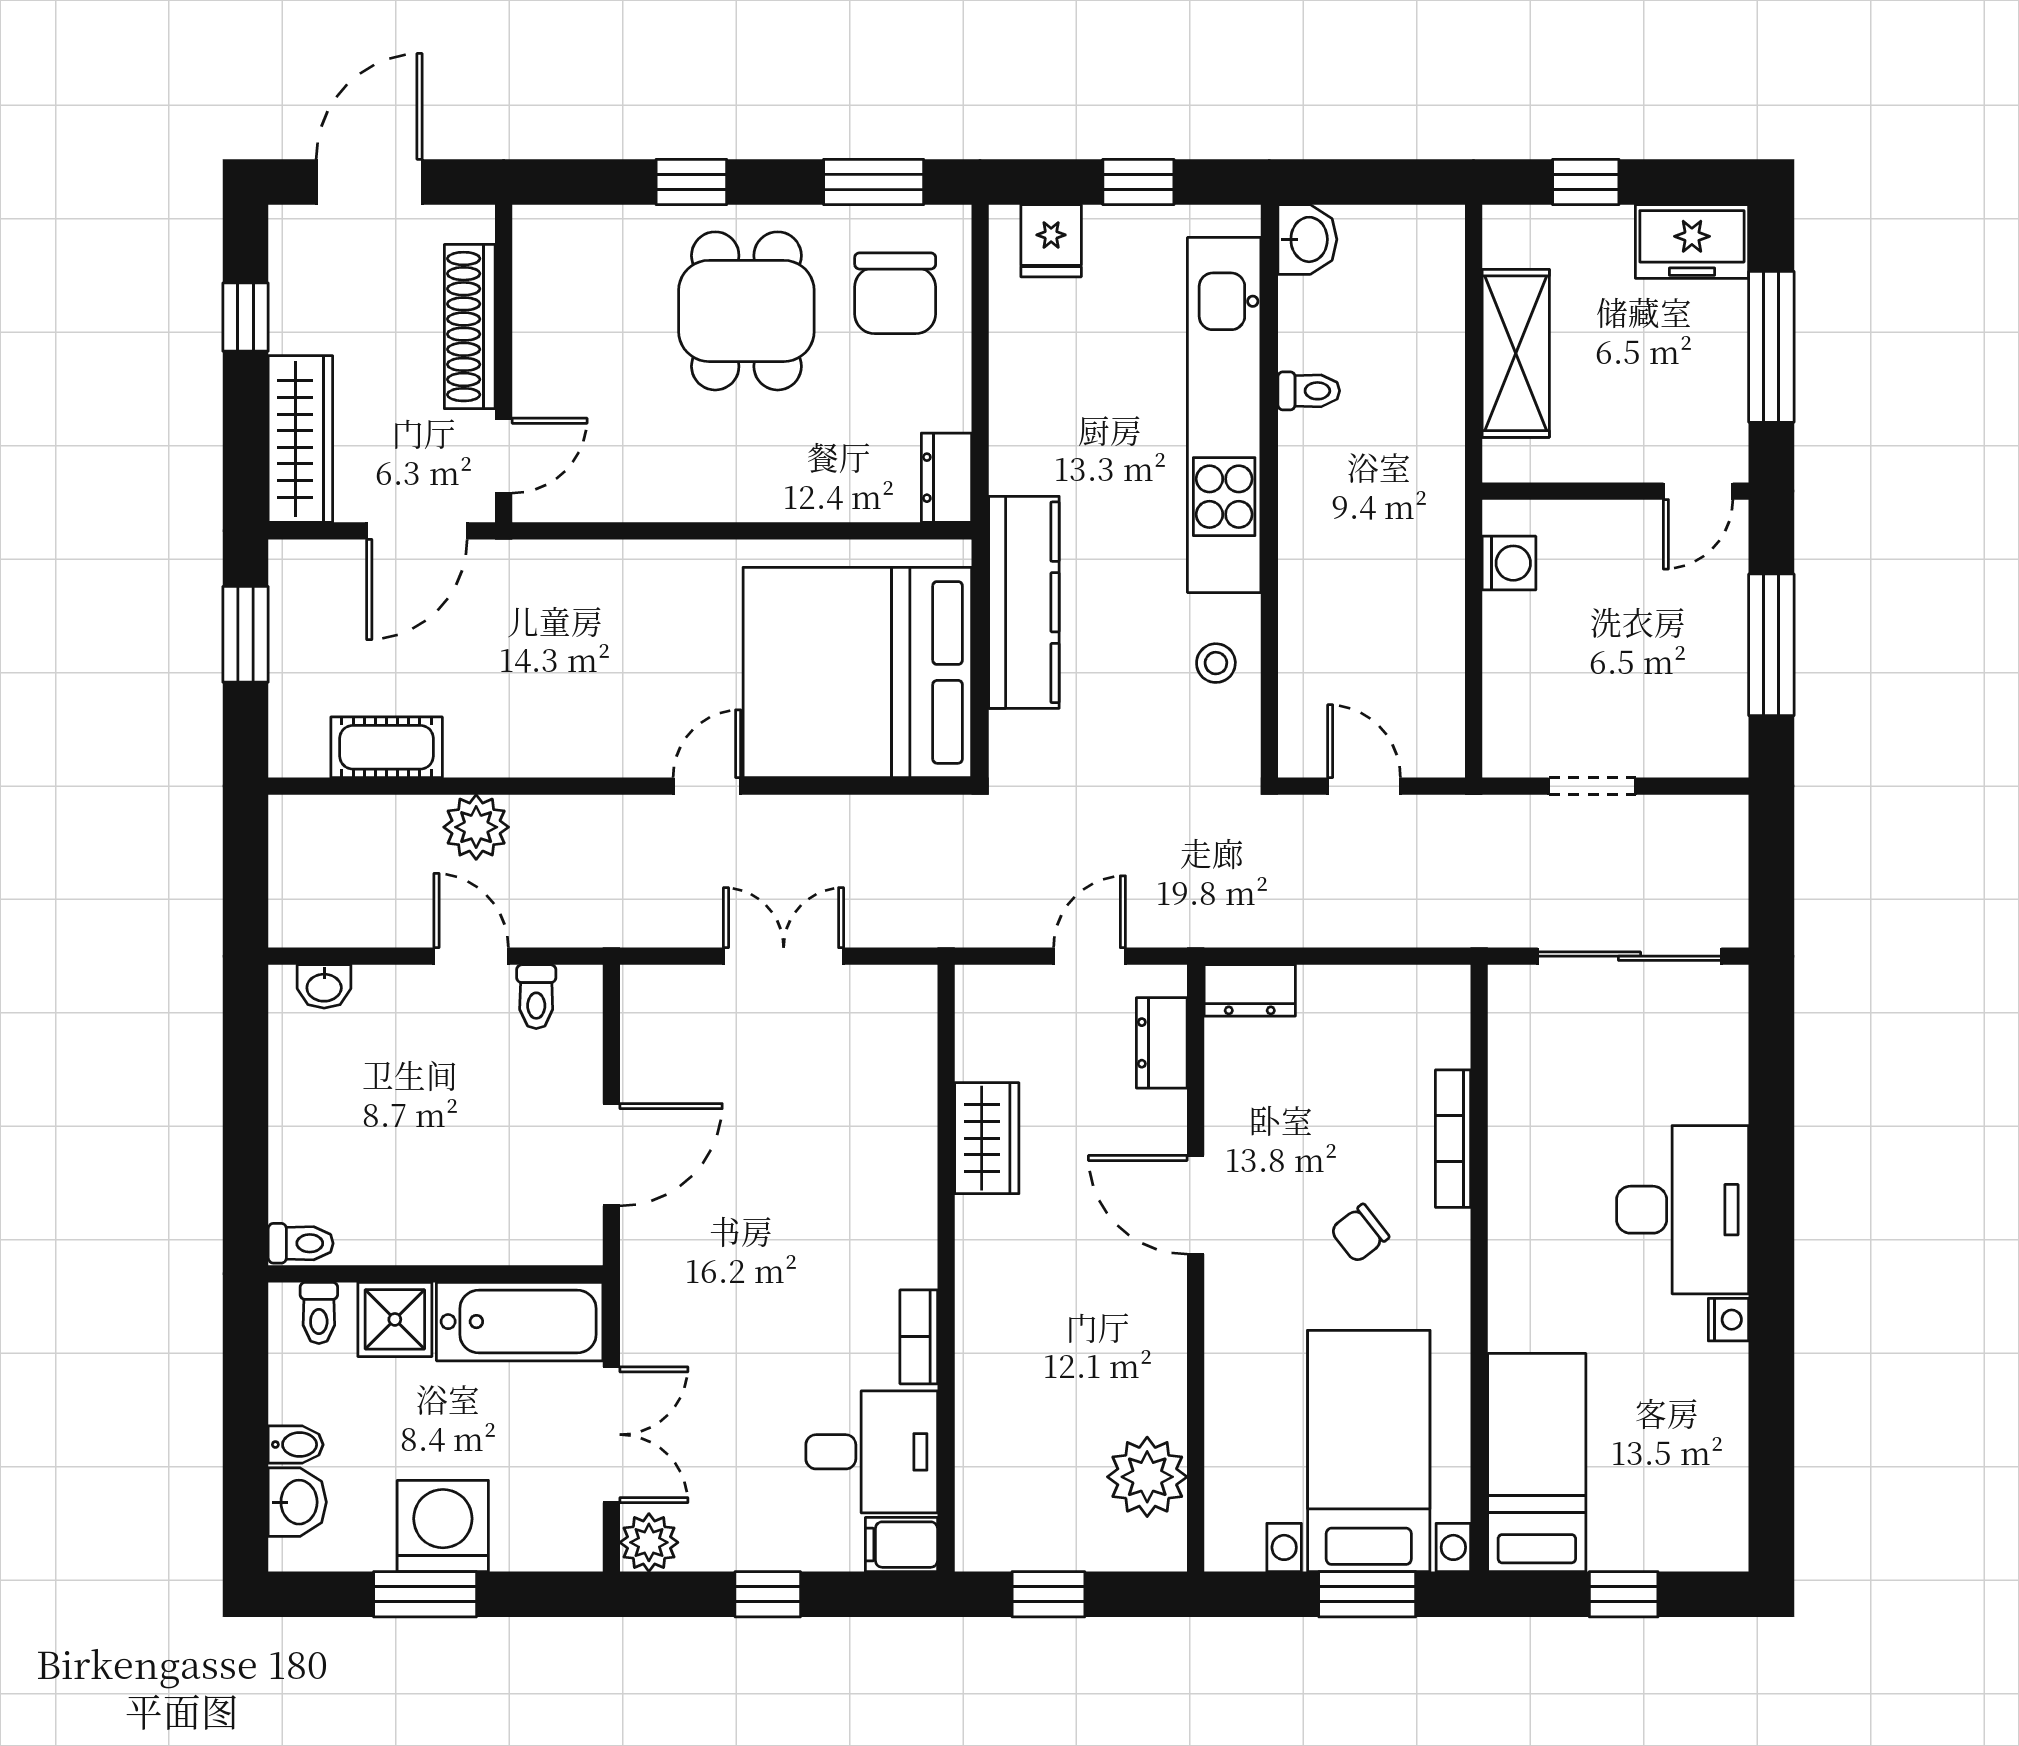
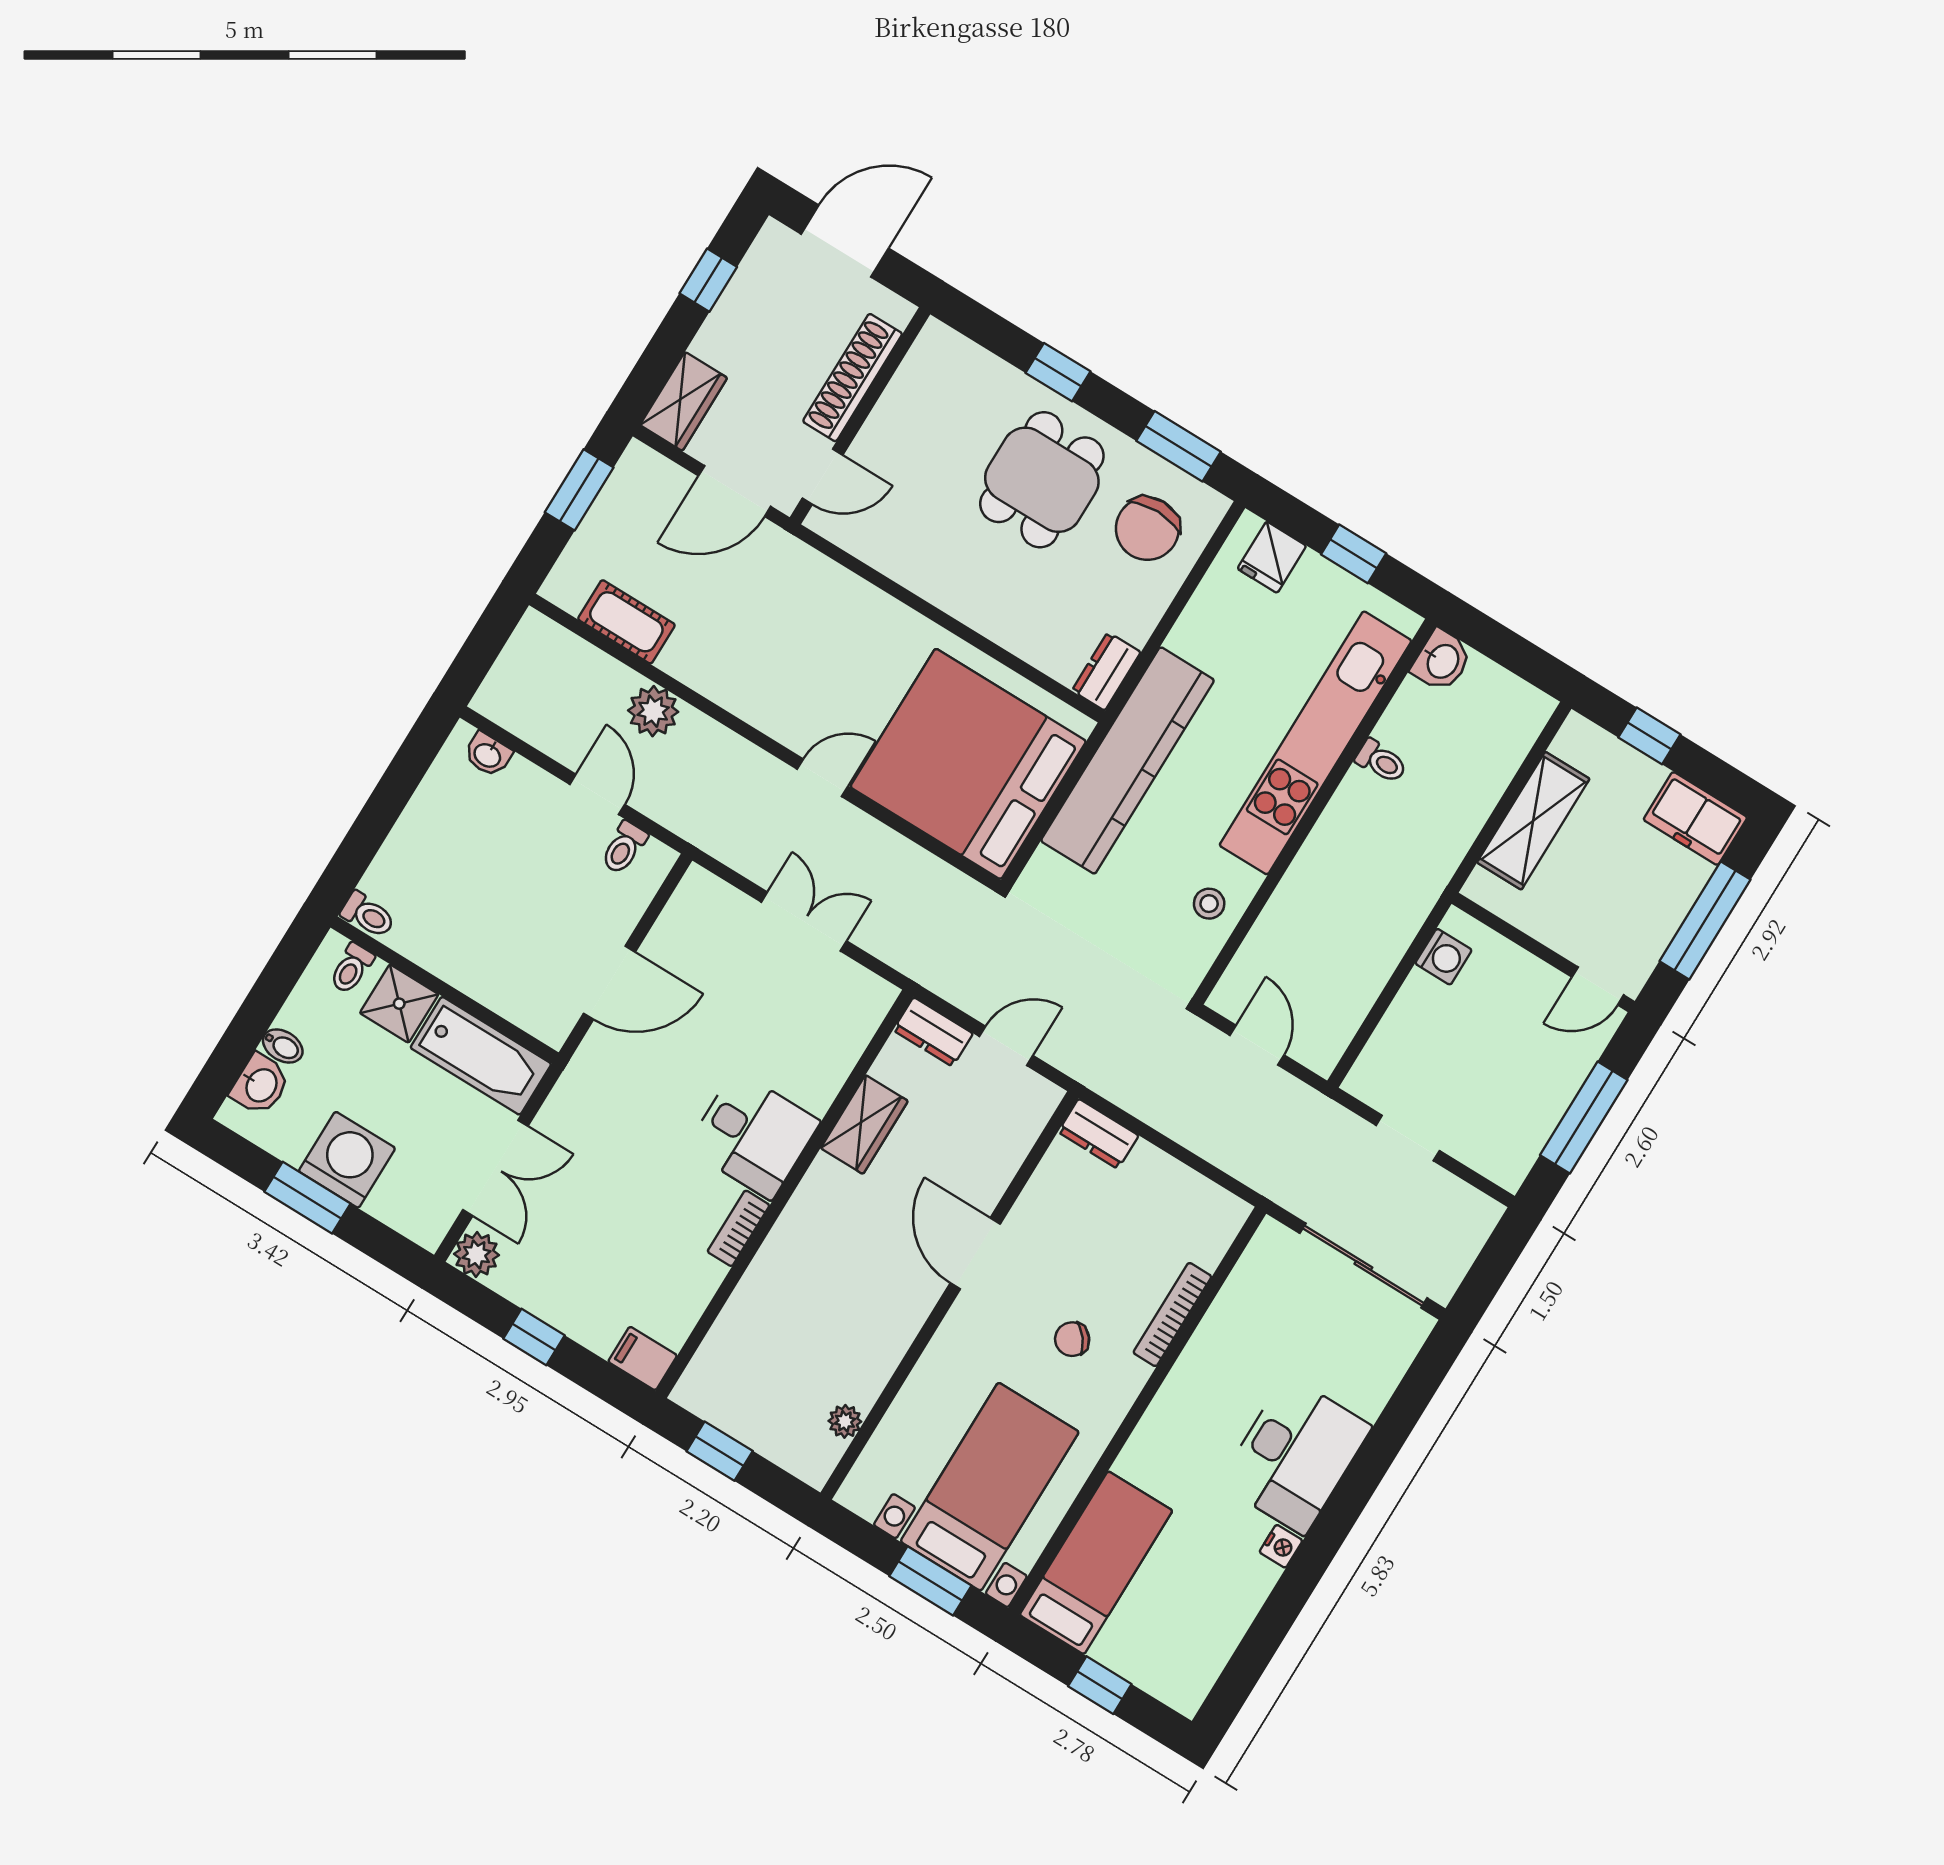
wardrobe: (300, 439) -> (684, 401), width x0.67
kitchen counter: (1024, 602) -> (1127, 760), width x1.39, depth x1.17
dresser: (1162, 1043) -> (933, 1032), moved, turned -90
desk: (872, 1452) -> (753, 1135), moved
plant: (1147, 1477) -> (845, 1421), width x0.53, depth x0.53

